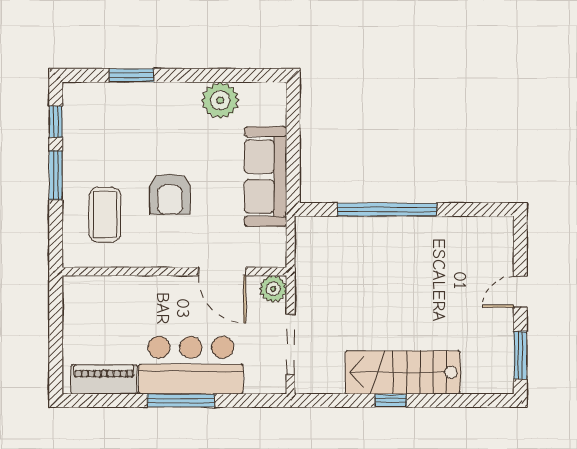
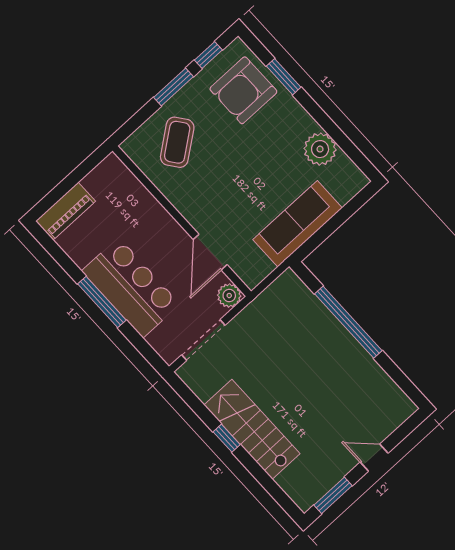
armchair: (170, 194) -> (243, 90), moved, width x1.36, depth x1.36
coffee table: (105, 215) -> (177, 142), turned -37
piano: (104, 379) -> (66, 211), moved, turned 90

